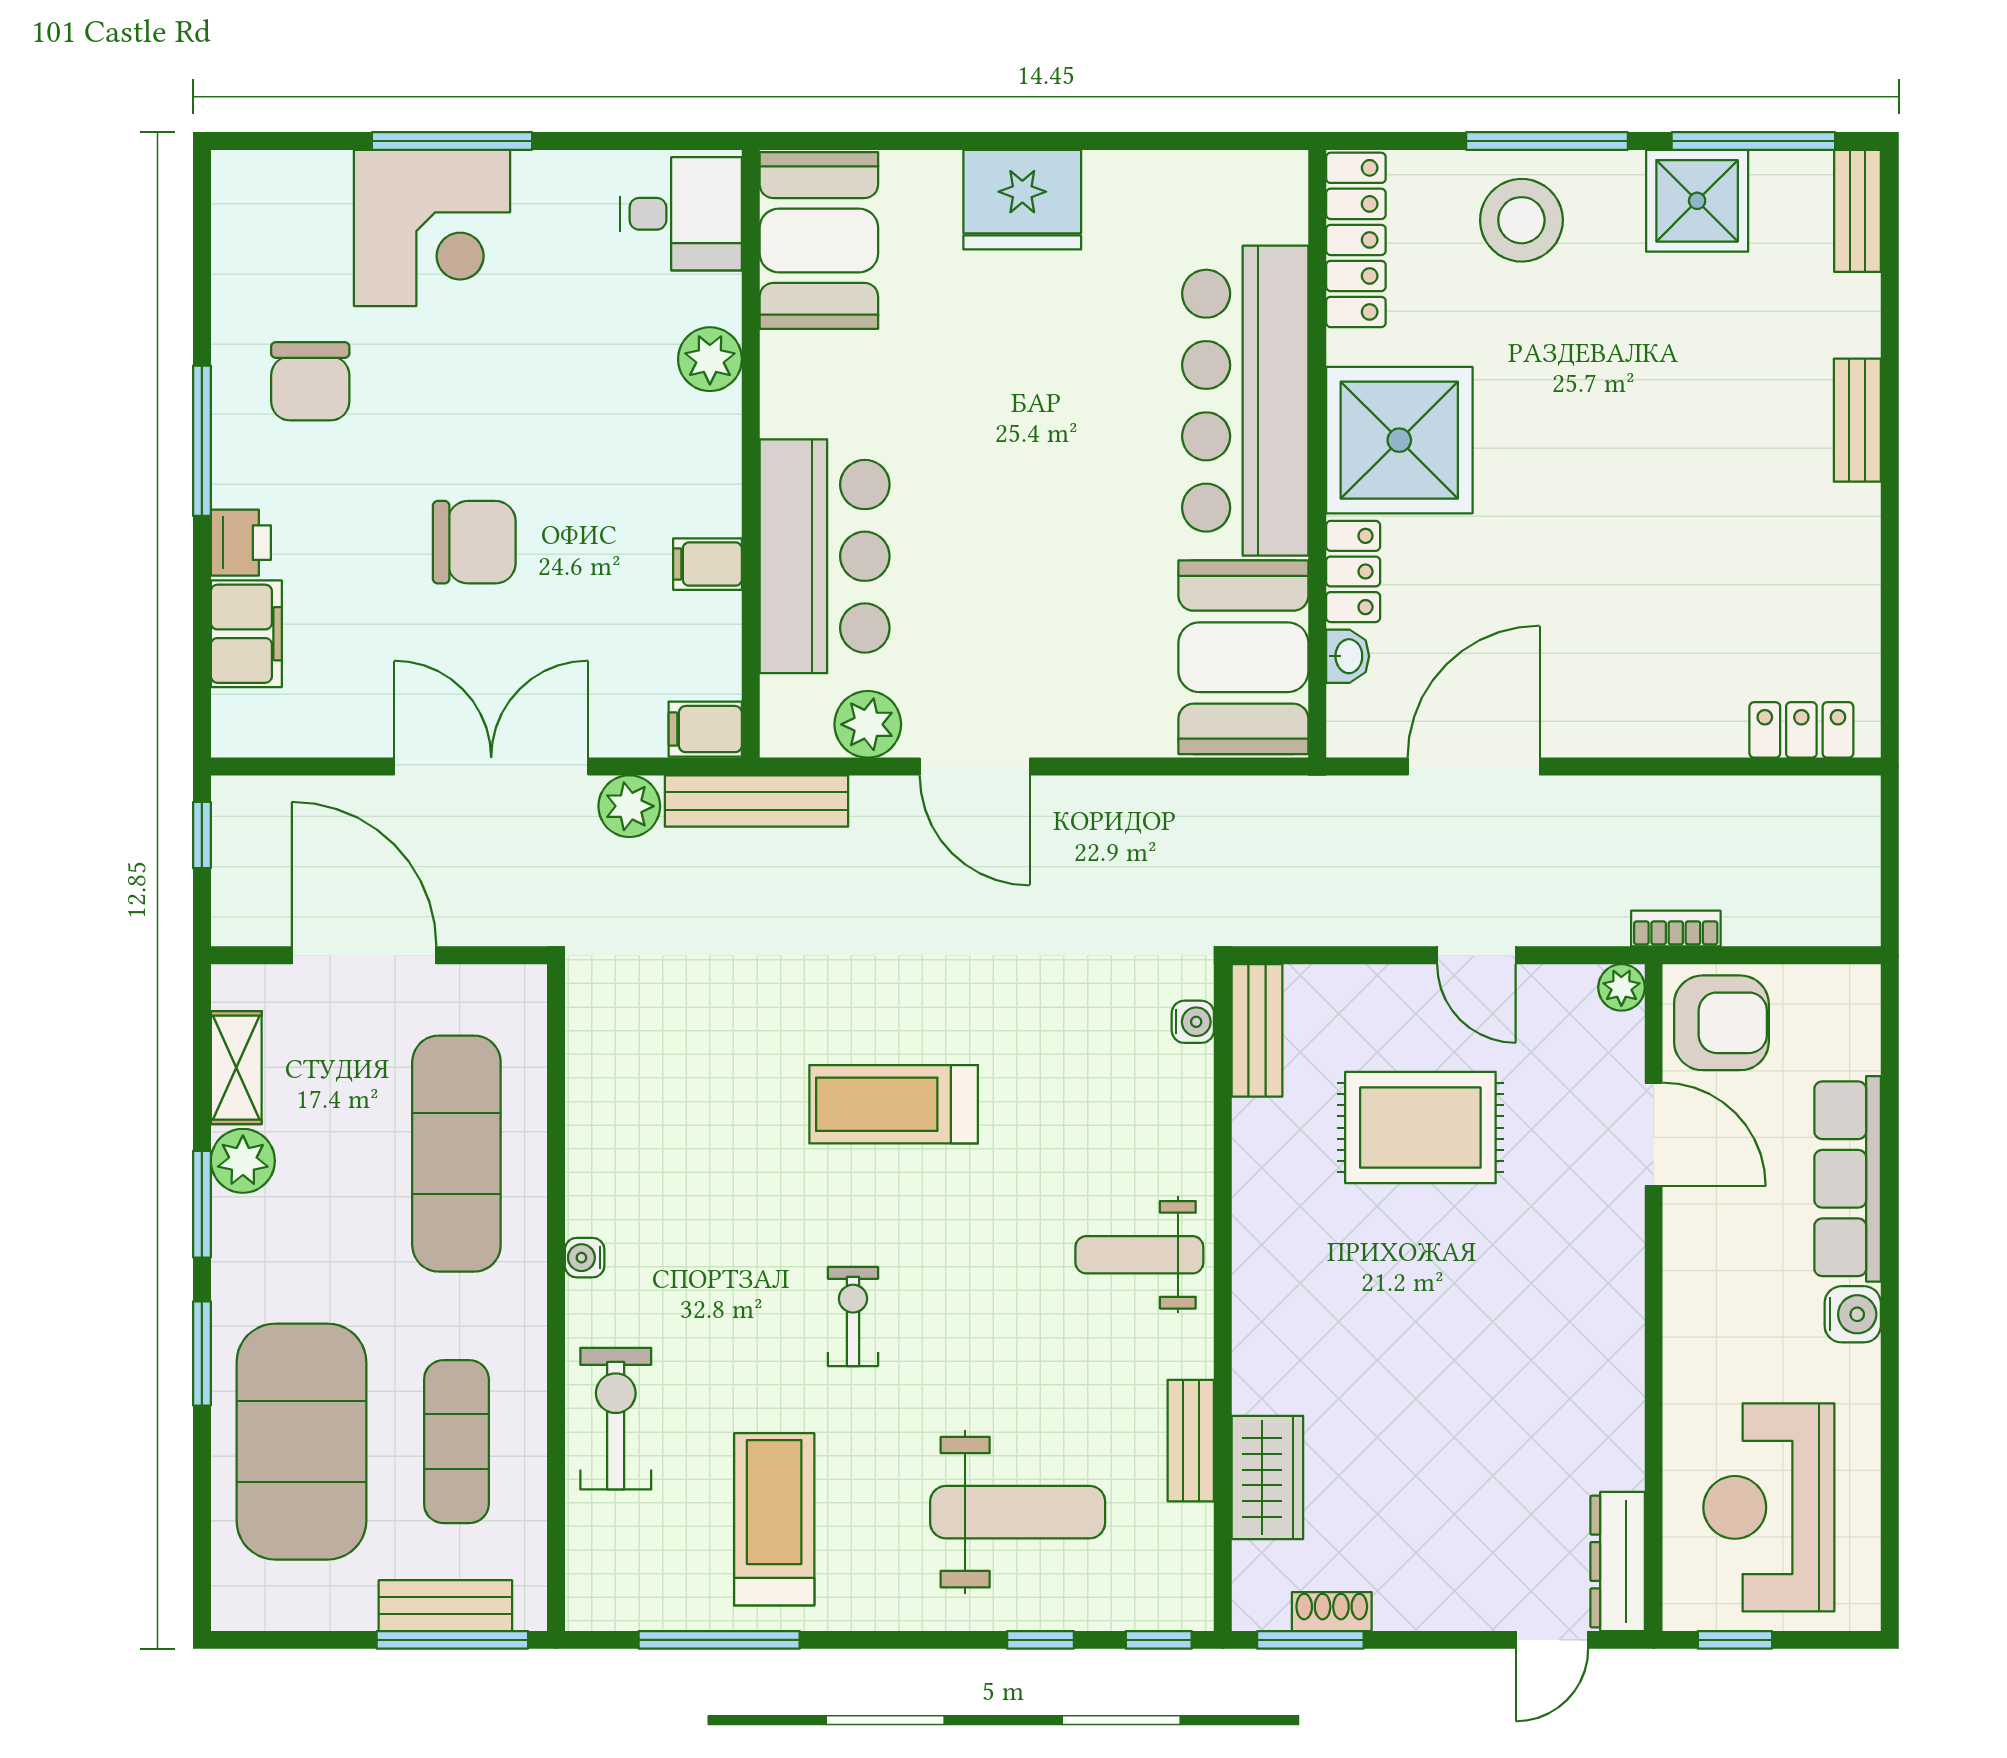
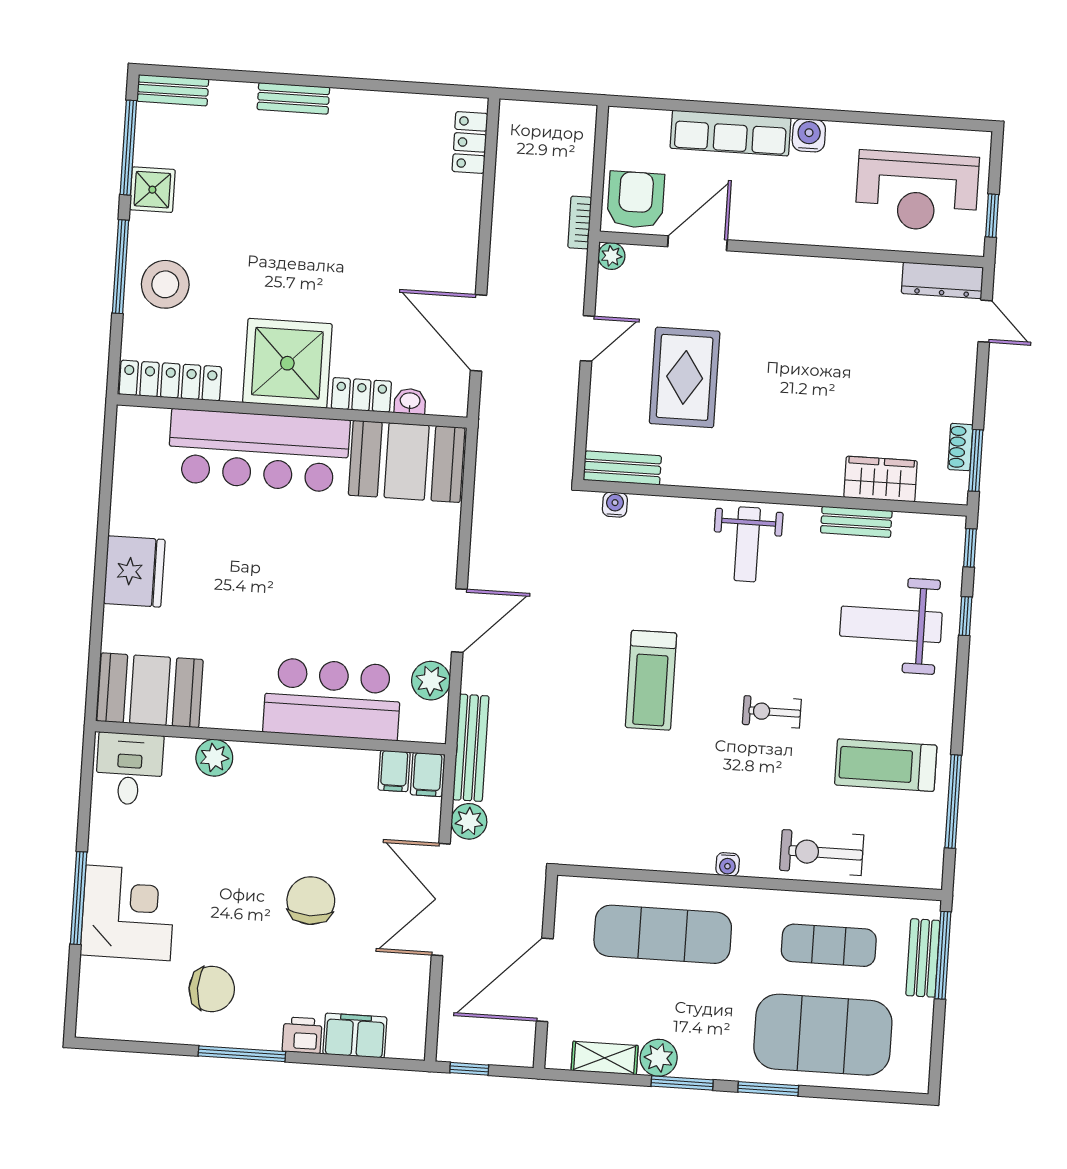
shower: (1697, 201) -> (152, 190), width x0.73, depth x0.73
filing cabinet: (708, 564) -> (394, 771), moved
weight bench: (1018, 1512) -> (891, 624), turned -90

